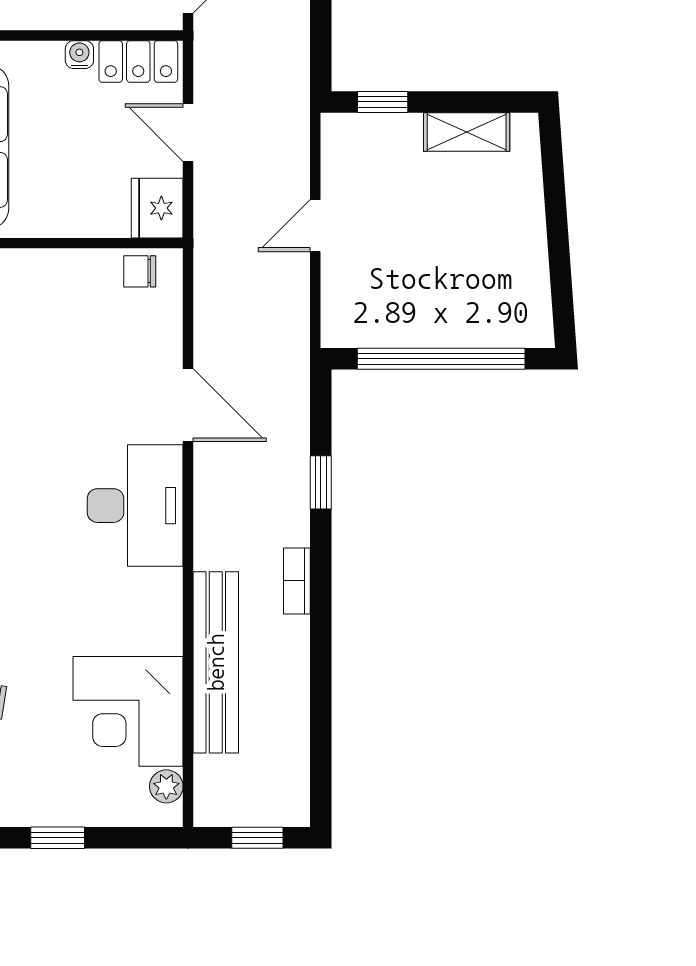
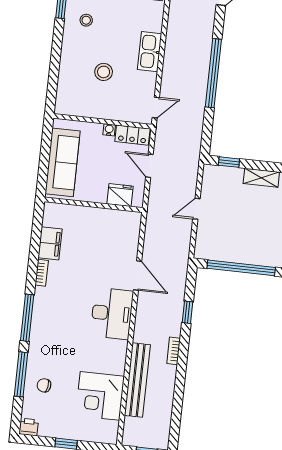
fridge: (157, 208) -> (120, 195), moved, turned 90
chair: (140, 271) -> (124, 220), removed
plant: (166, 786) -> (112, 428), removed

